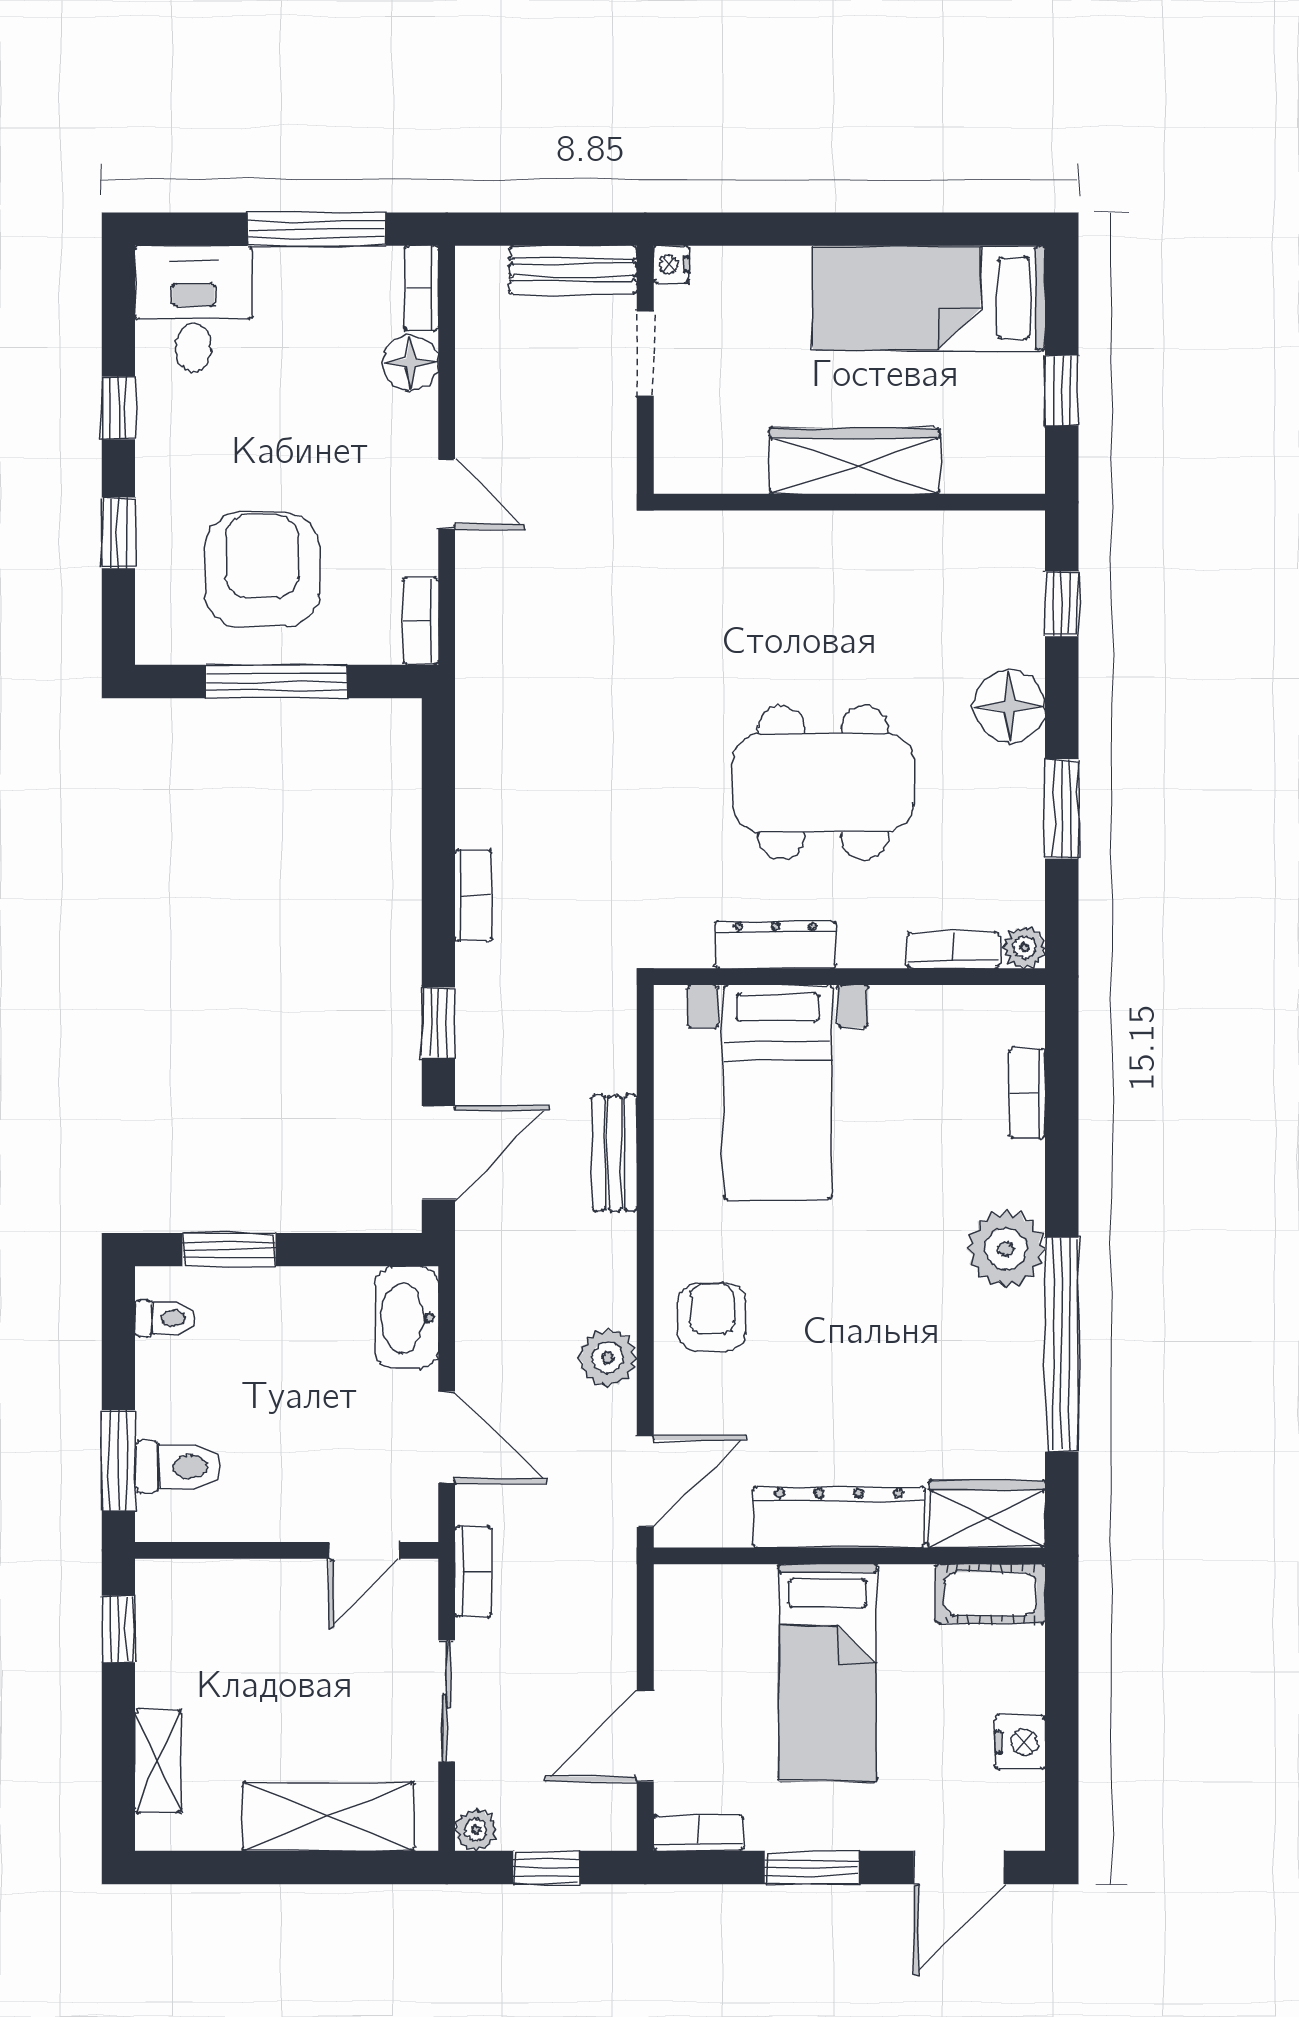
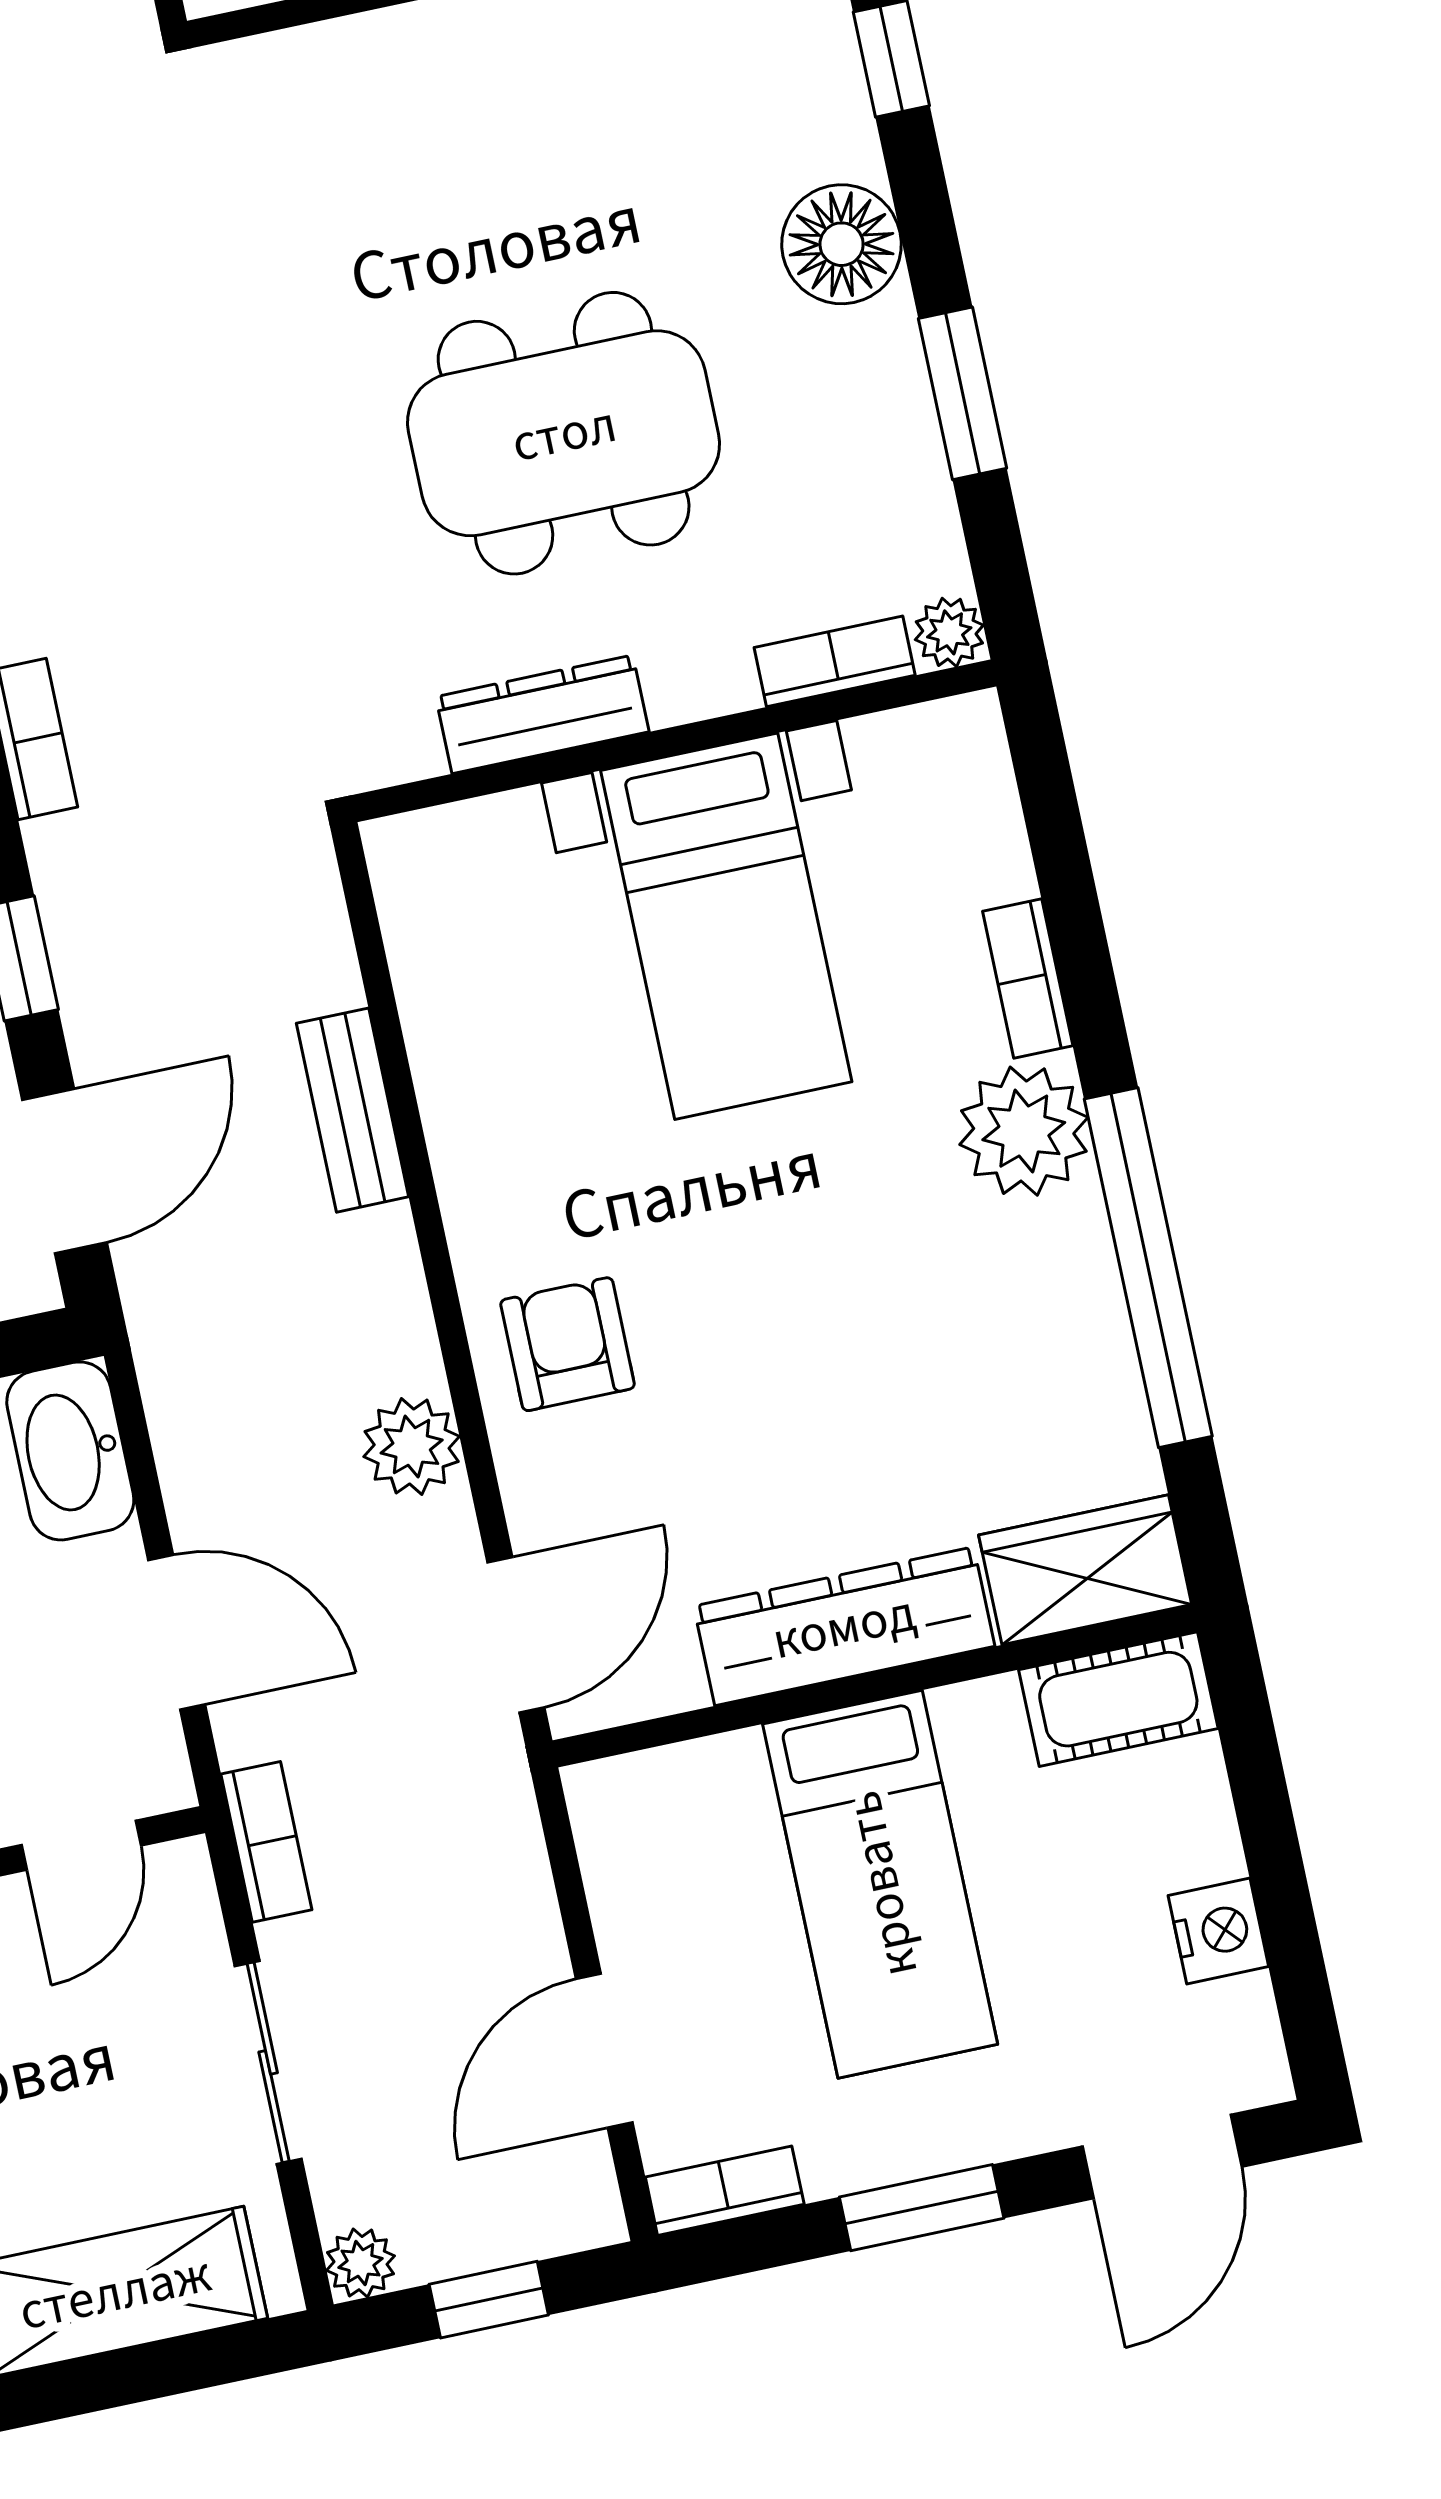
bed with nightstands: (778, 1092) -> (726, 926), moved
bookcase: (1027, 1094) -> (1028, 978), moved

